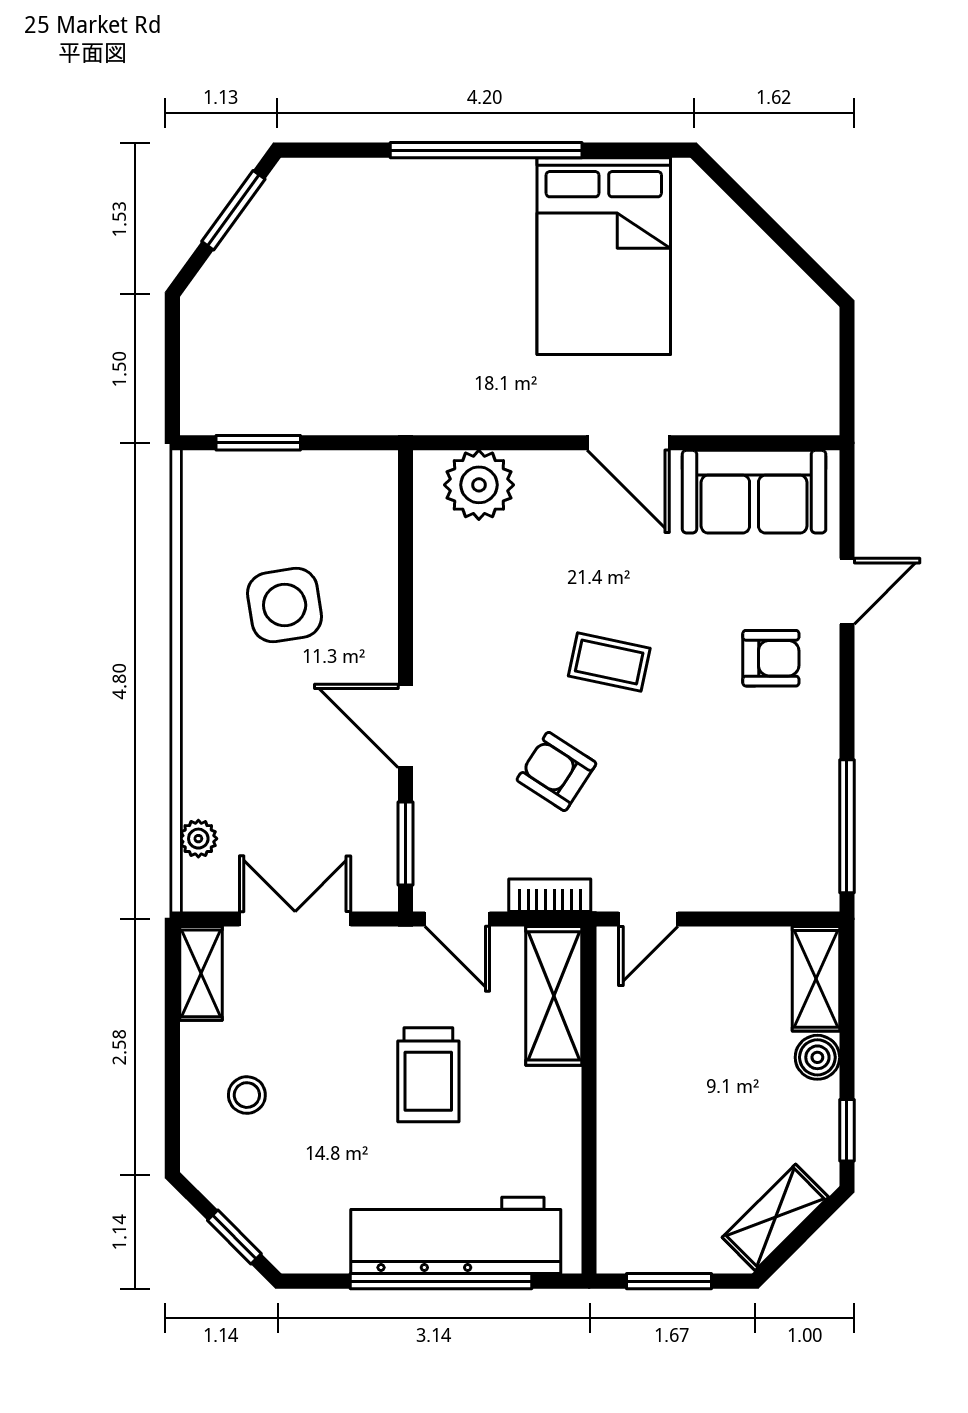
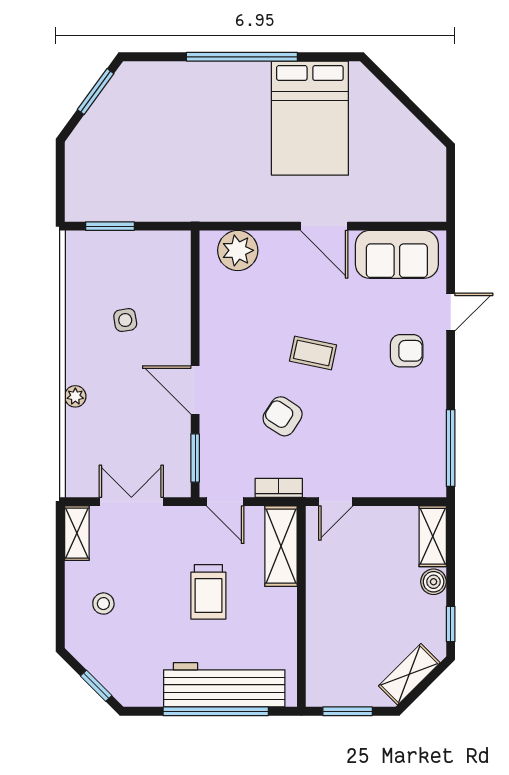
side table: (285, 605) -> (125, 320), width x0.54, depth x0.54
plant: (198, 839) -> (75, 396), moved

